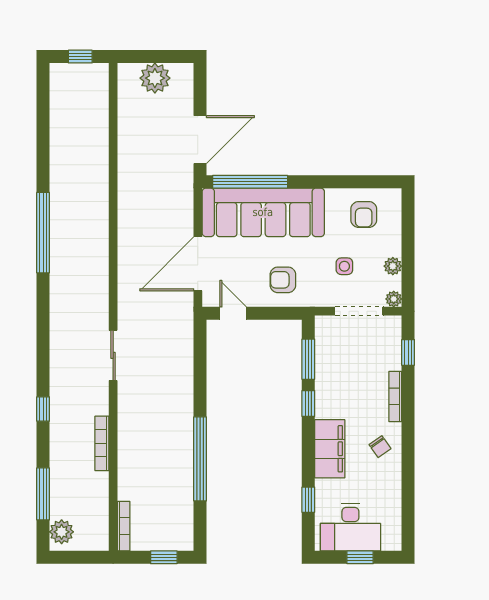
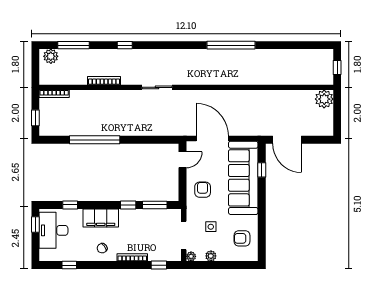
plant: (155, 78) -> (324, 99), moved
window: (250, 182) -> (262, 170), width x0.32
window: (408, 501) -> (69, 265), added
window: (360, 557) -> (35, 225), moved

